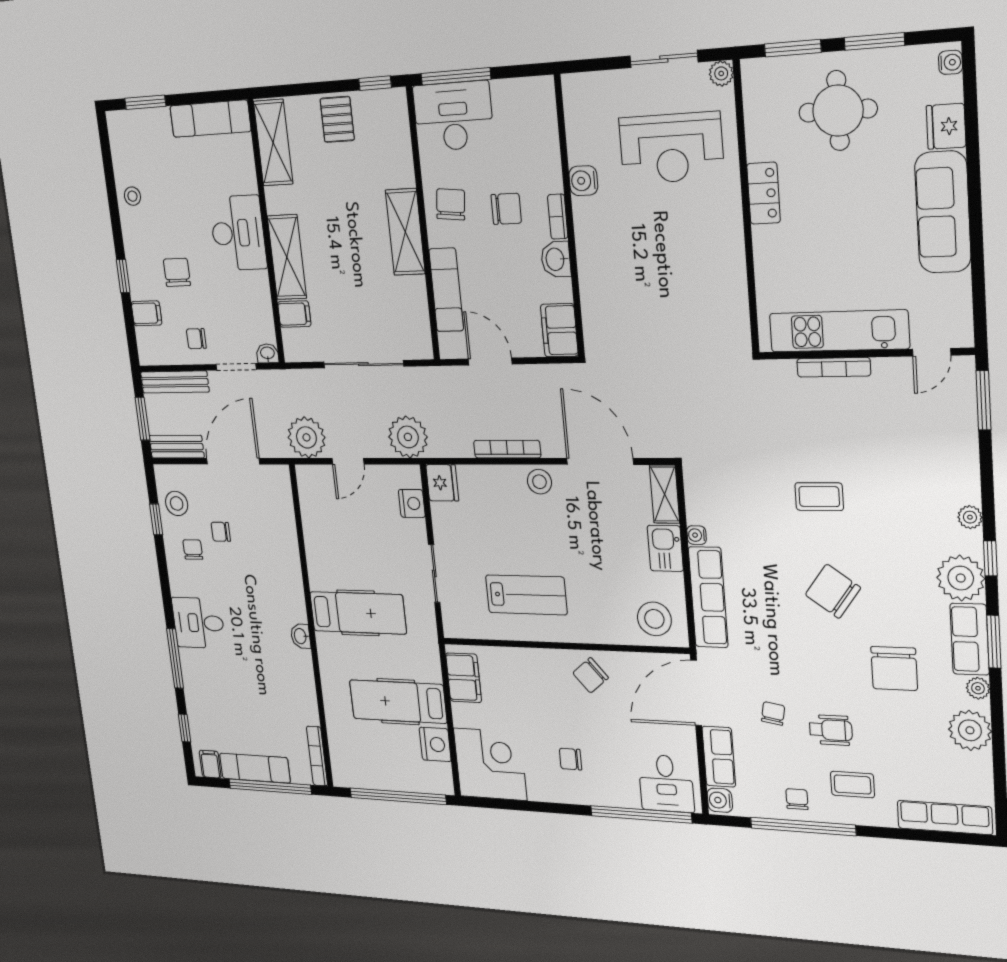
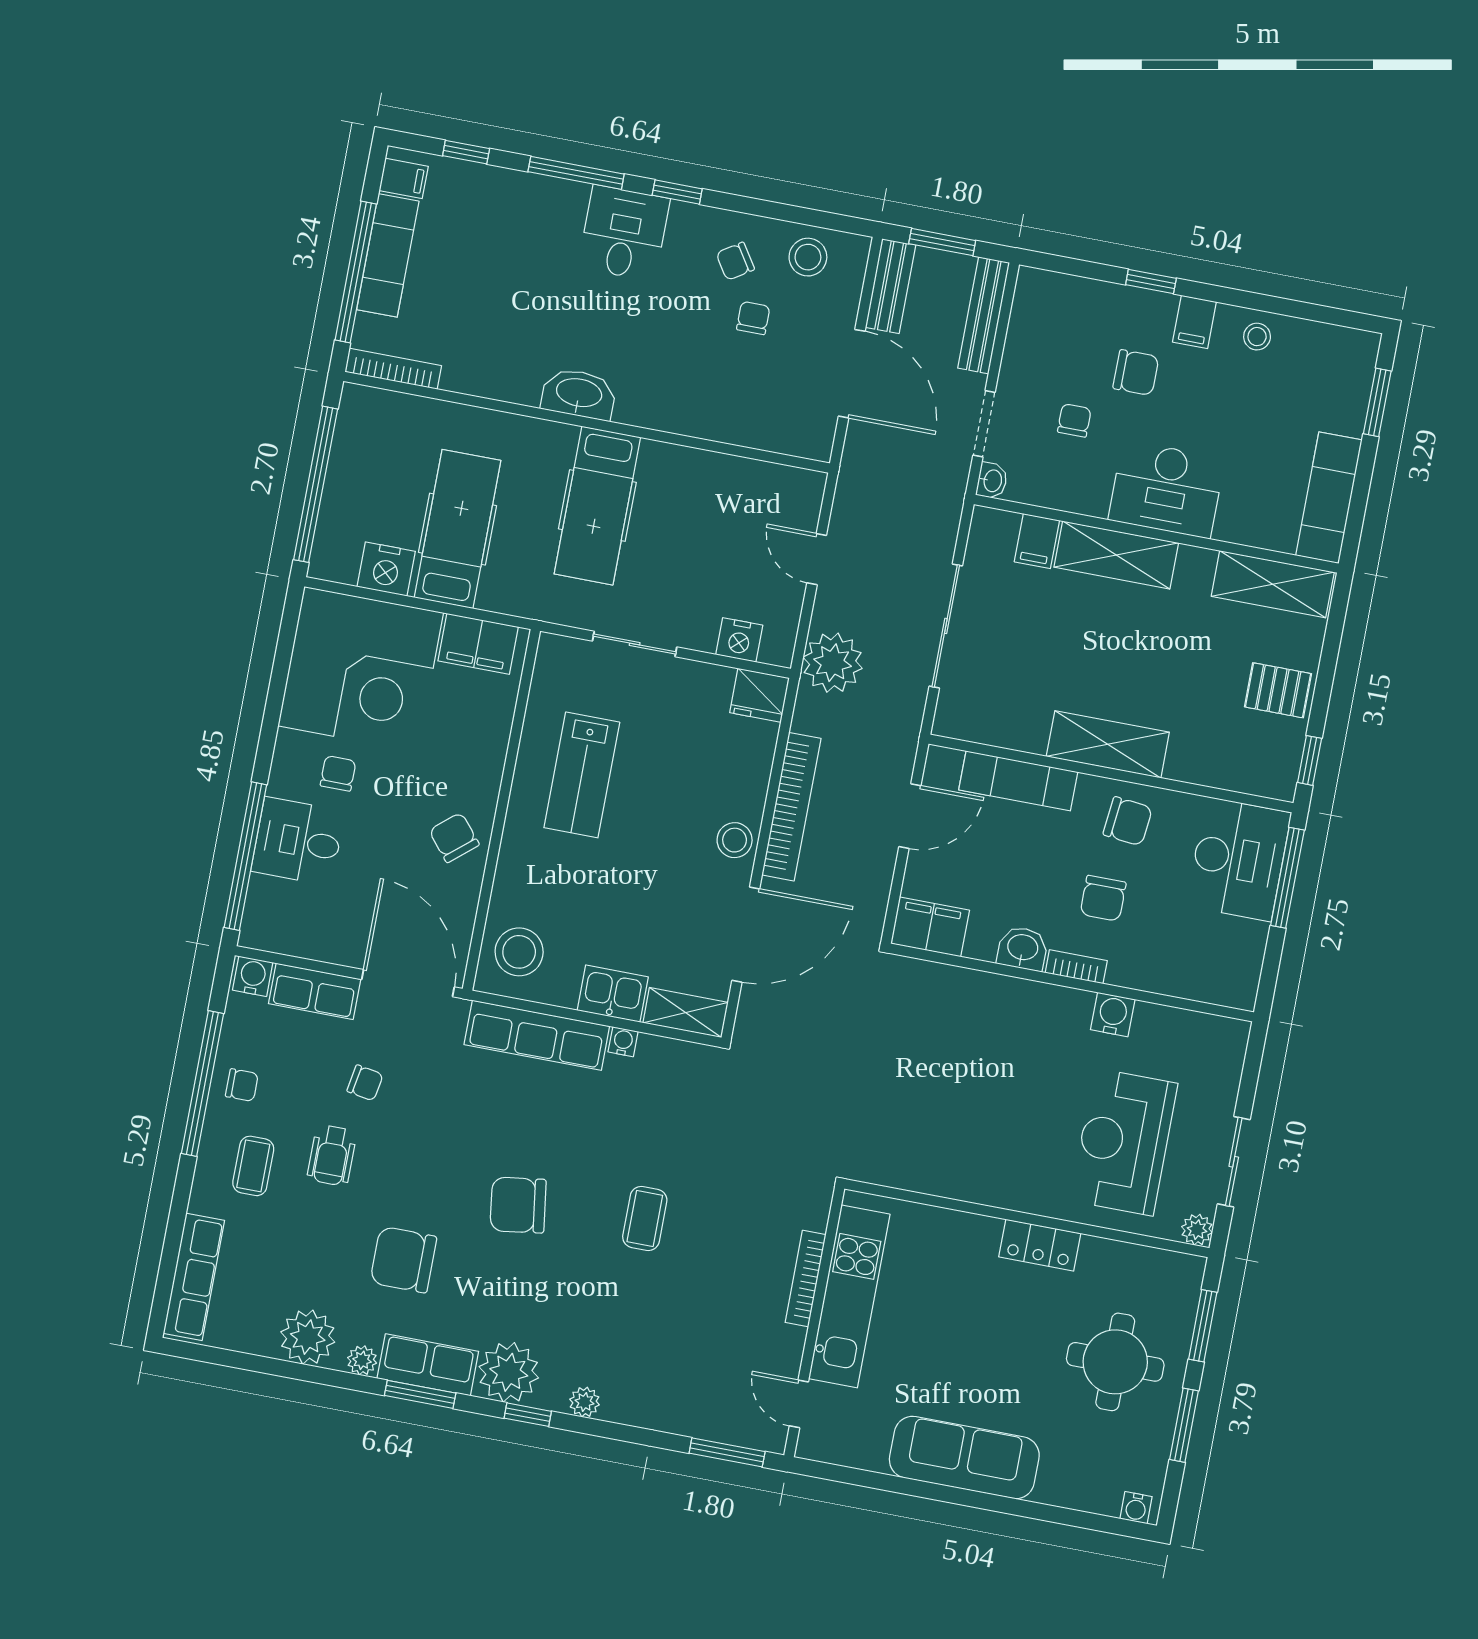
fridge: (946, 126) -> (1064, 1485), removed
filing cabinet: (147, 313) -> (1194, 322), moved
chair: (196, 339) -> (1074, 420), moved
plant: (306, 437) -> (863, 504), removed
bookcase: (507, 449) -> (791, 807), width x1.48, depth x1.31
window: (156, 519) -> (677, 192), moved
chair: (193, 549) -> (735, 261), turned 147
chair: (833, 591) -> (518, 1205), turned -134
washbasin: (301, 636) -> (579, 394), width x1.91, depth x1.45
corner desk: (490, 764) -> (361, 669), width x1.36, depth x1.36
desk: (666, 783) -> (298, 841), moved

